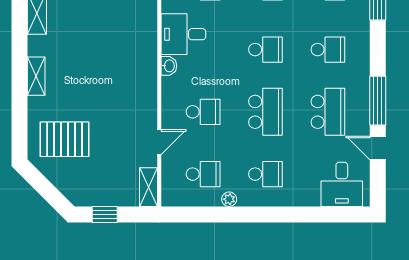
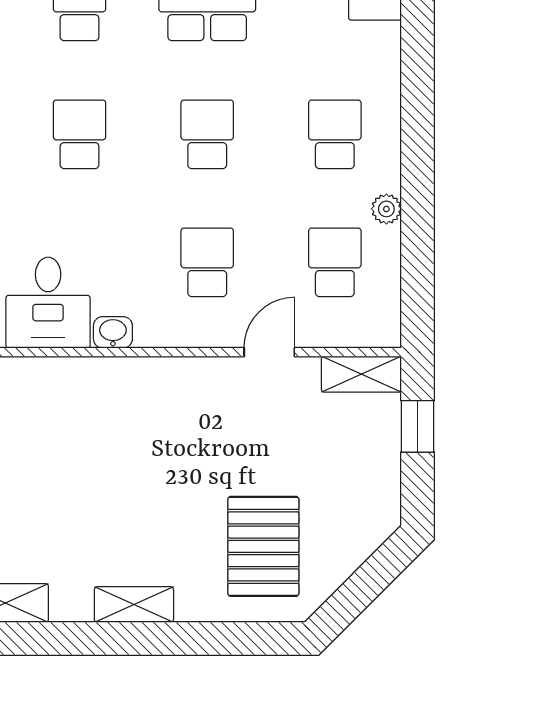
school desk: (265, 112) -> (207, 134), width x0.54
door: (159, 142) -> (269, 352), hinge flipped
window: (105, 214) -> (418, 426), moved

